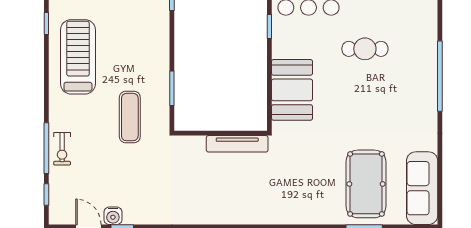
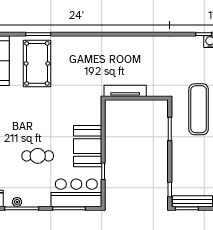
booth: (292, 90) -> (88, 146), moved
exercise mat: (130, 117) -> (199, 109), width x1.36, depth x1.45

